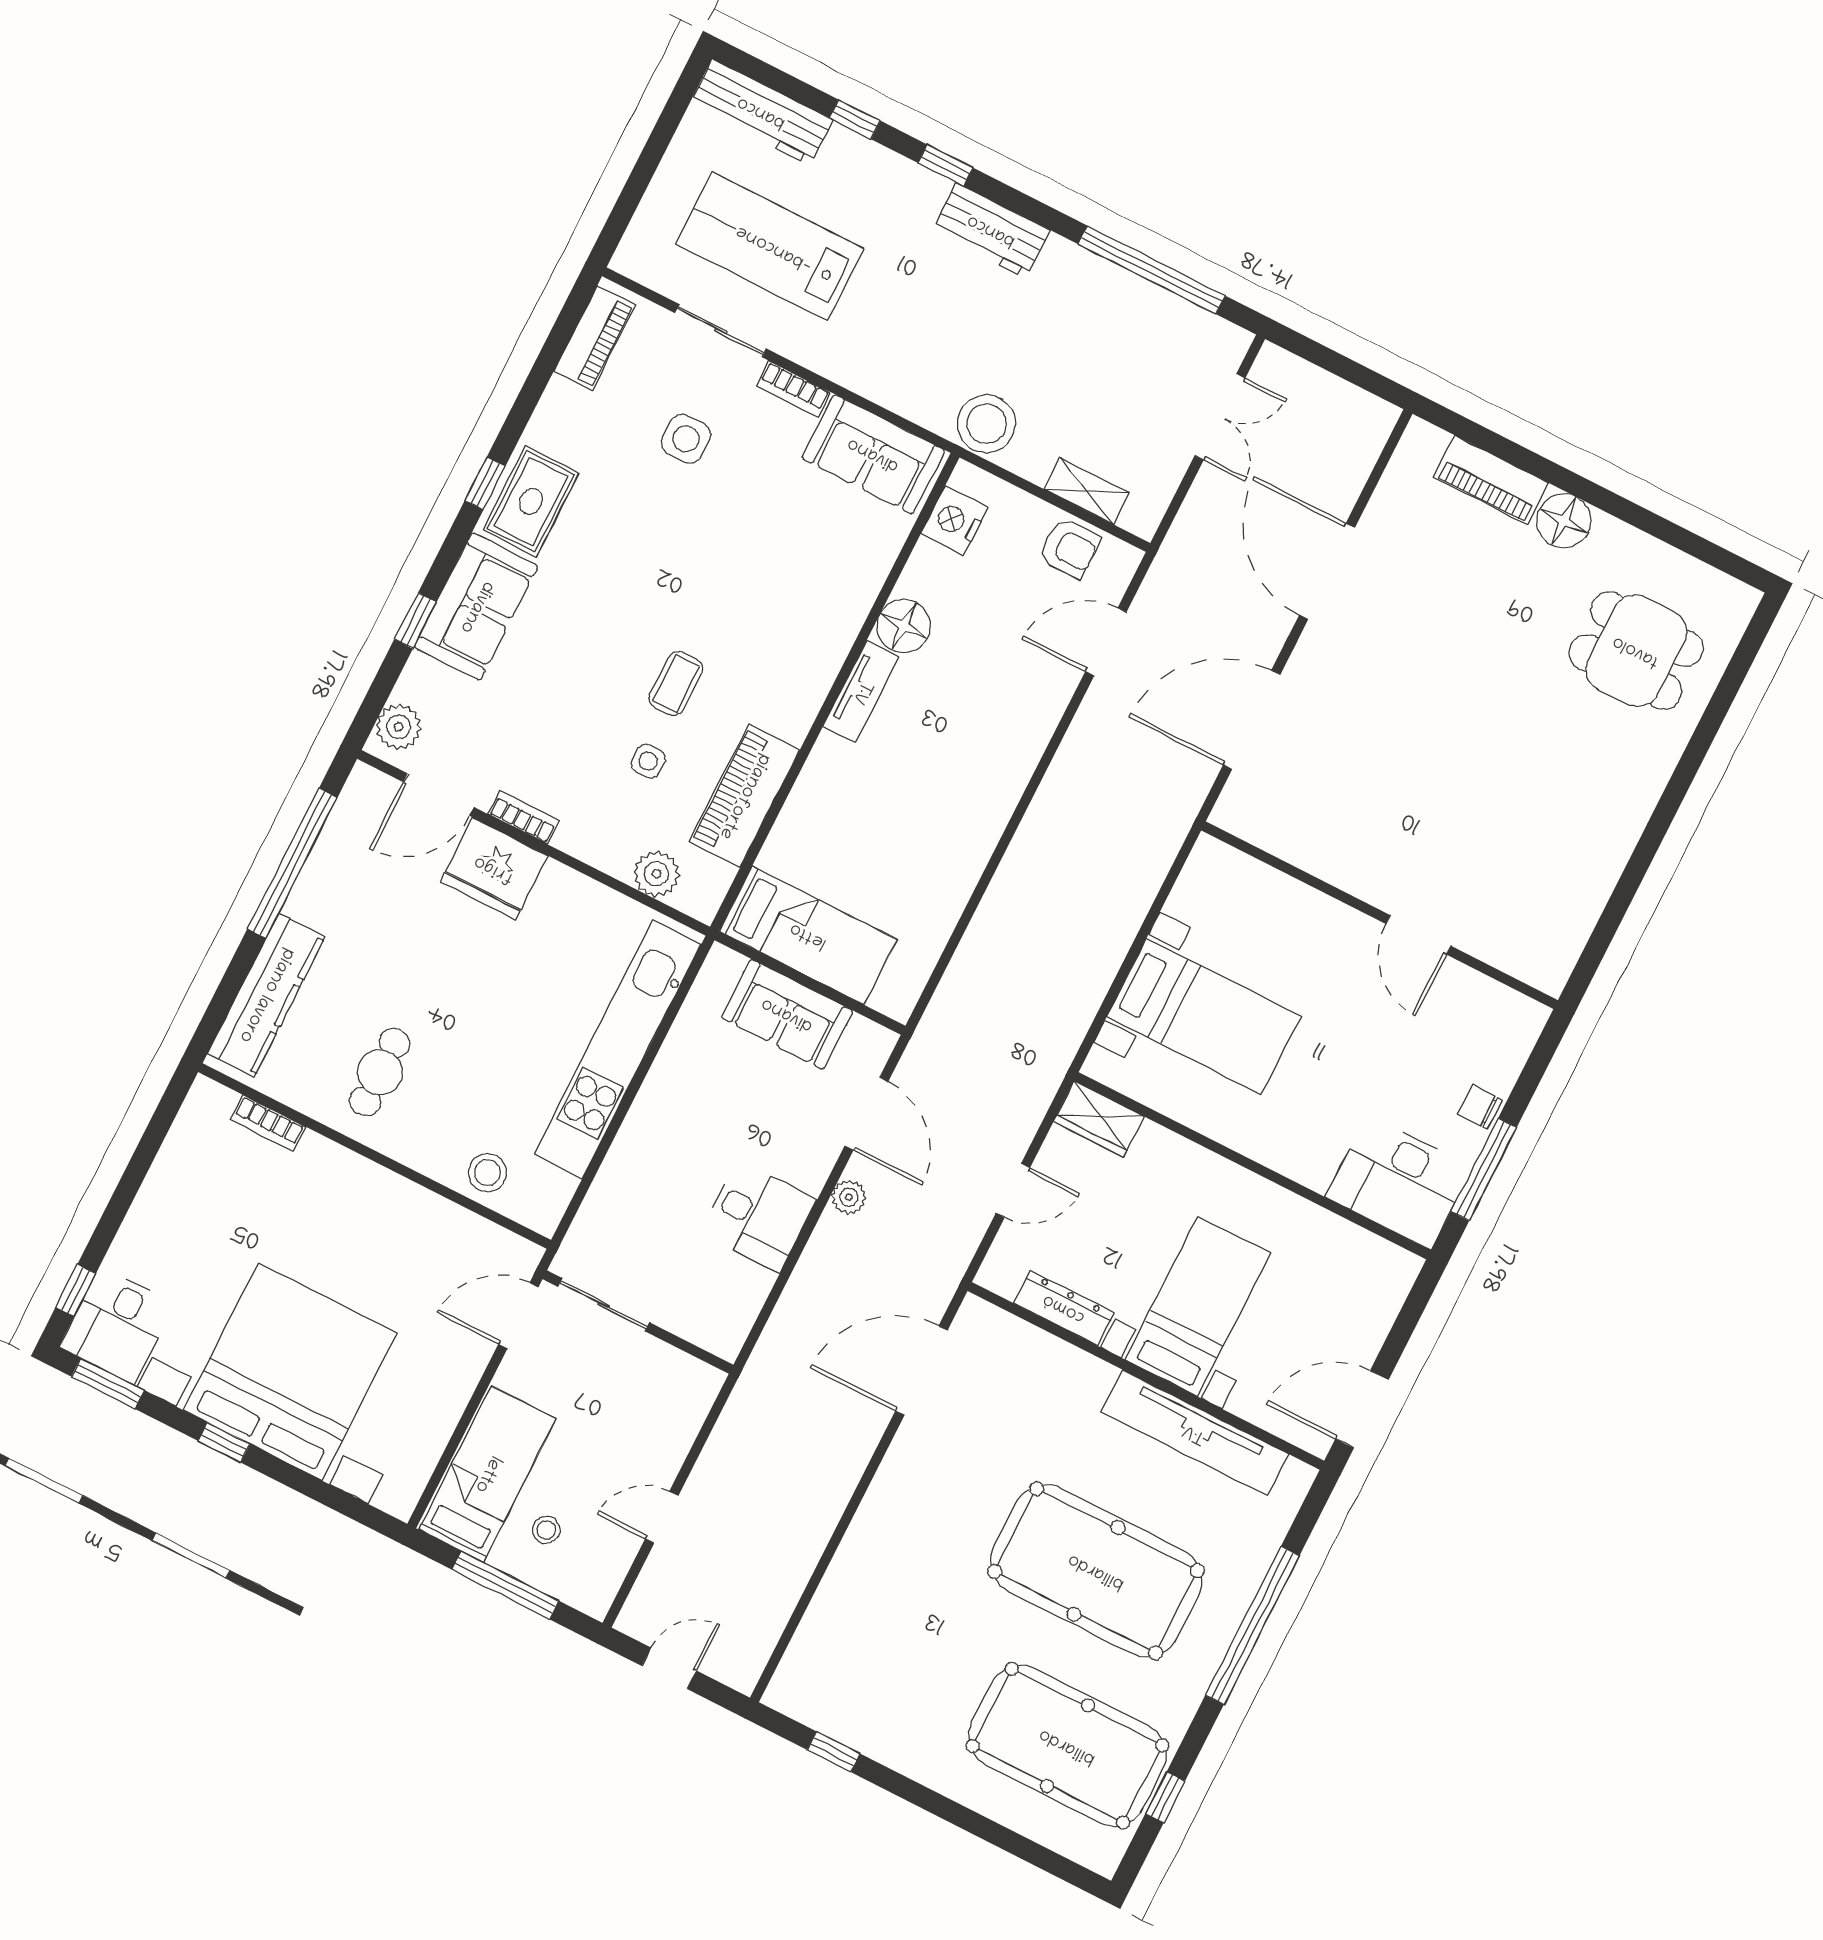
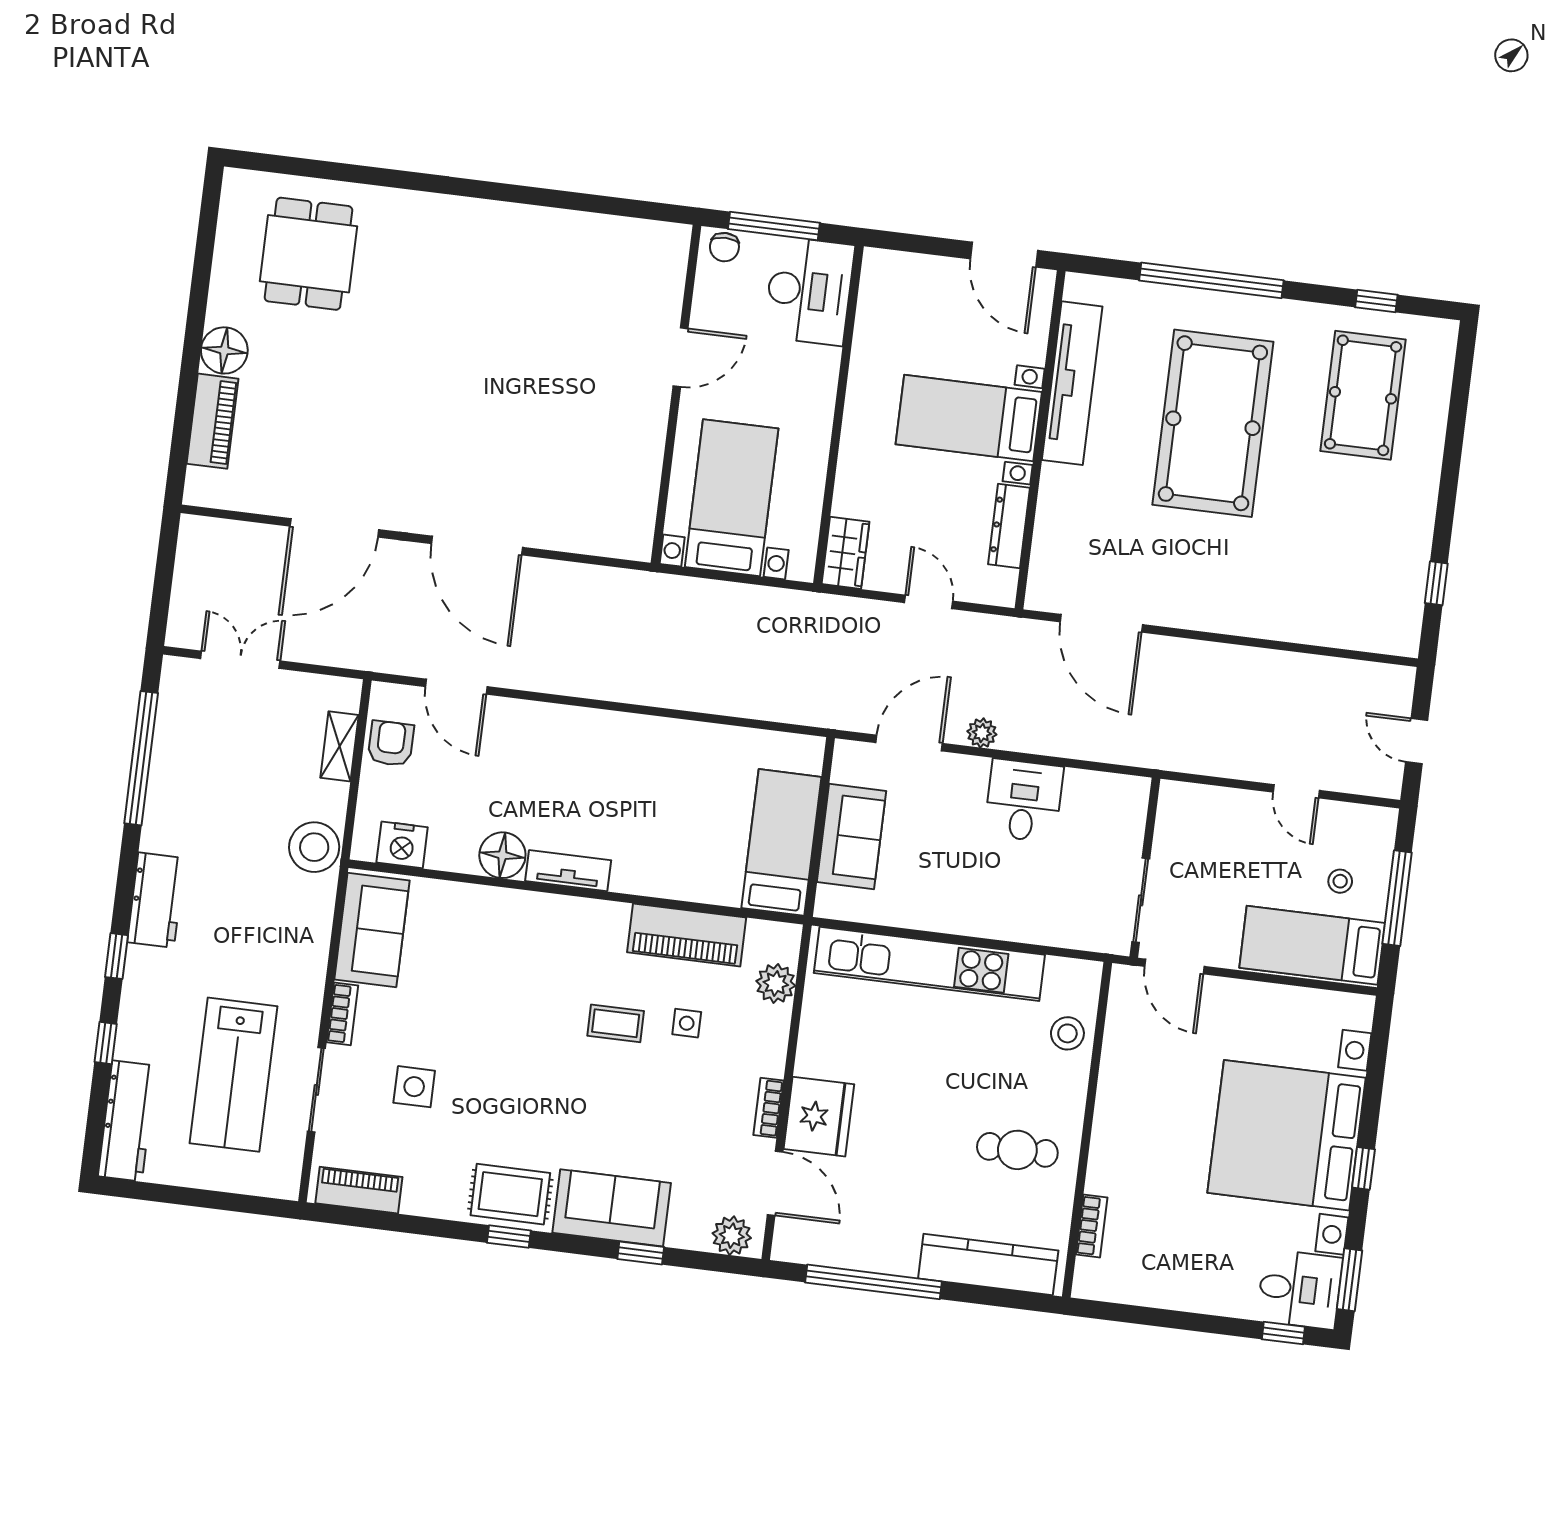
wall: (1380, 915) -> (676, 394), moved
door: (1418, 935) -> (681, 357), moved
pool table: (1067, 1746) -> (1363, 395), width x0.73, depth x0.76

